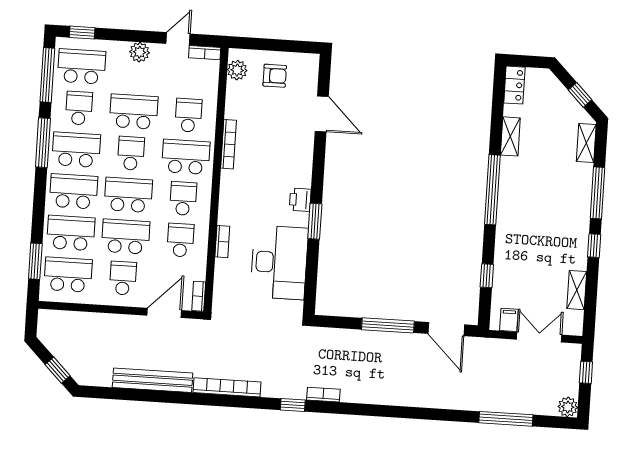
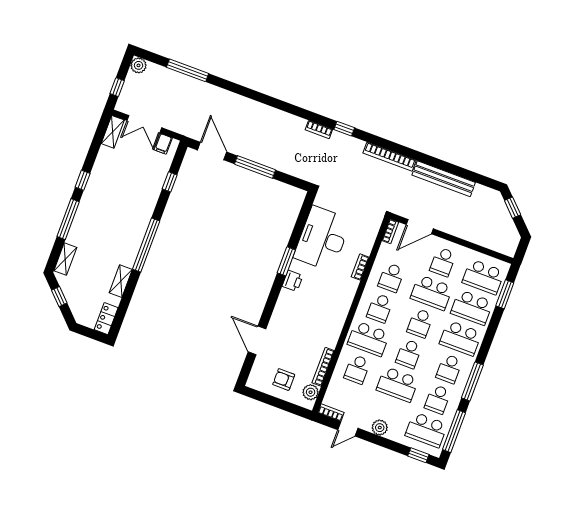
bookcase: (229, 144) -> (323, 367), moved
school desk: (76, 150) -> (449, 369), width x0.54
school desk: (128, 195) -> (420, 323), width x0.54
shelving: (577, 290) -> (113, 132), moved

